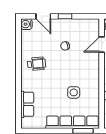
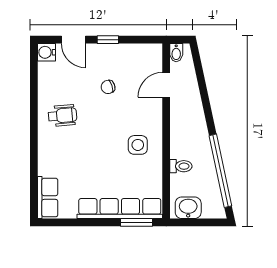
side table: (74, 92) -> (138, 145), moved
row of seats: (27, 104) -> (48, 198), moved

